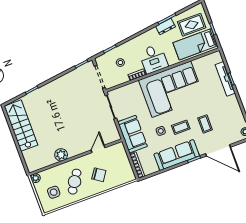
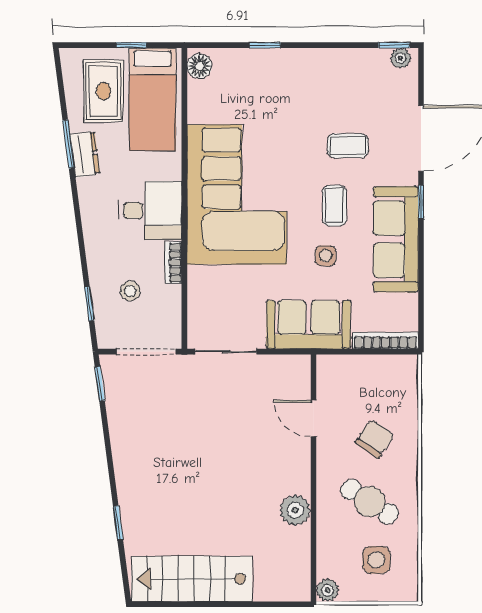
floor lamp: (214, 57) -> (199, 66), added
tv unit: (225, 79) -> (260, 59), removed

